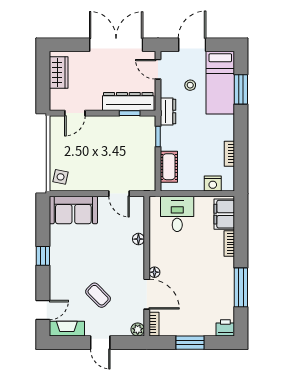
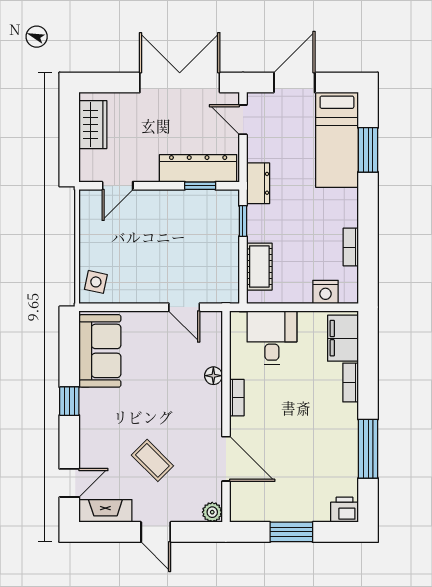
stool: (190, 85) -> (292, 144), removed
sofa: (73, 210) -> (100, 351), moved, turned -90
floor lamp: (154, 272) -> (238, 426), removed
bookcase: (154, 324) -> (237, 398), moved

